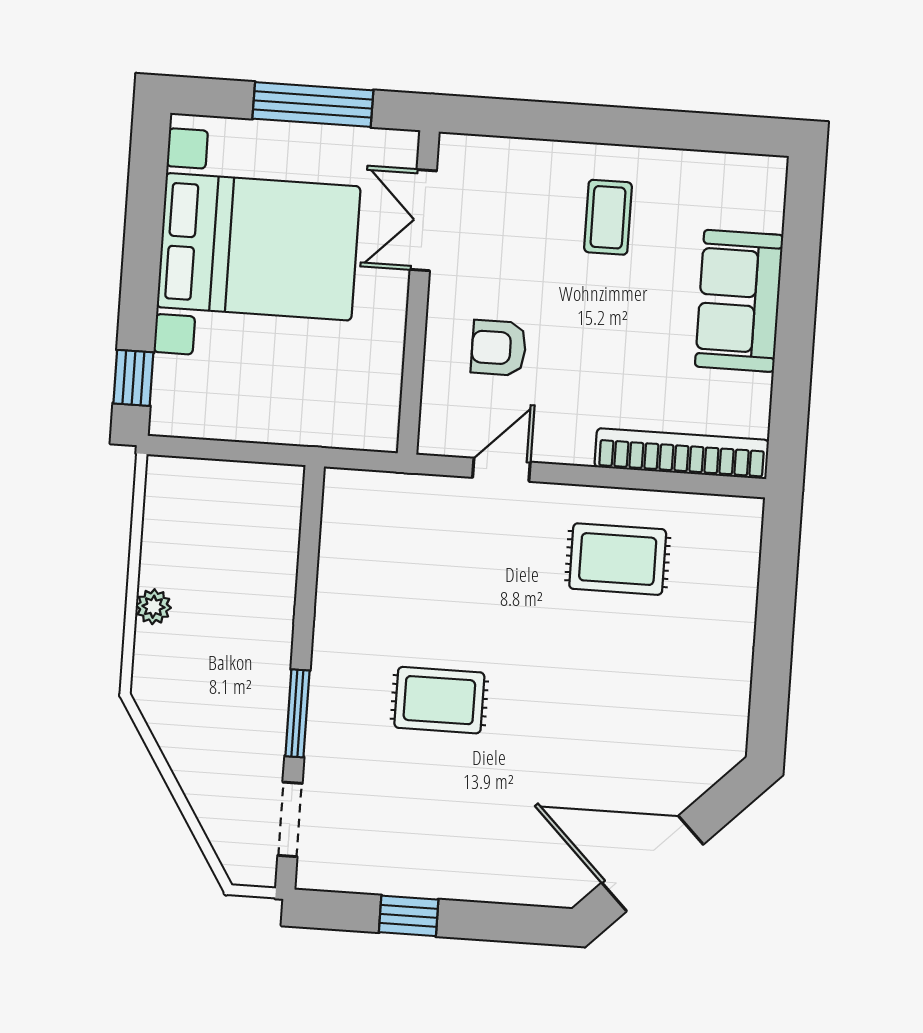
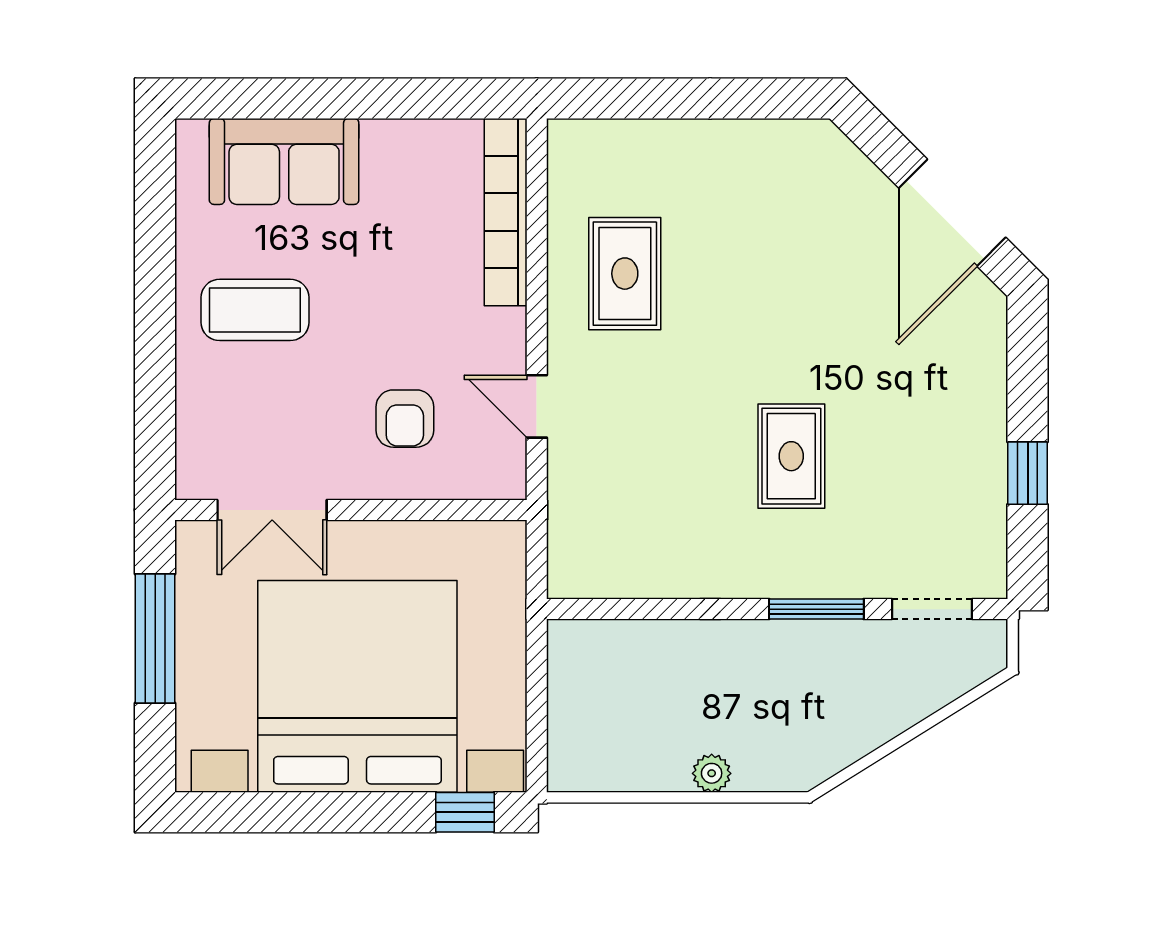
coffee table: (608, 217) -> (255, 310), width x1.36, depth x1.30
bed with nightstands: (259, 247) -> (357, 686), width x1.36
sofa: (739, 301) -> (284, 161), moved

